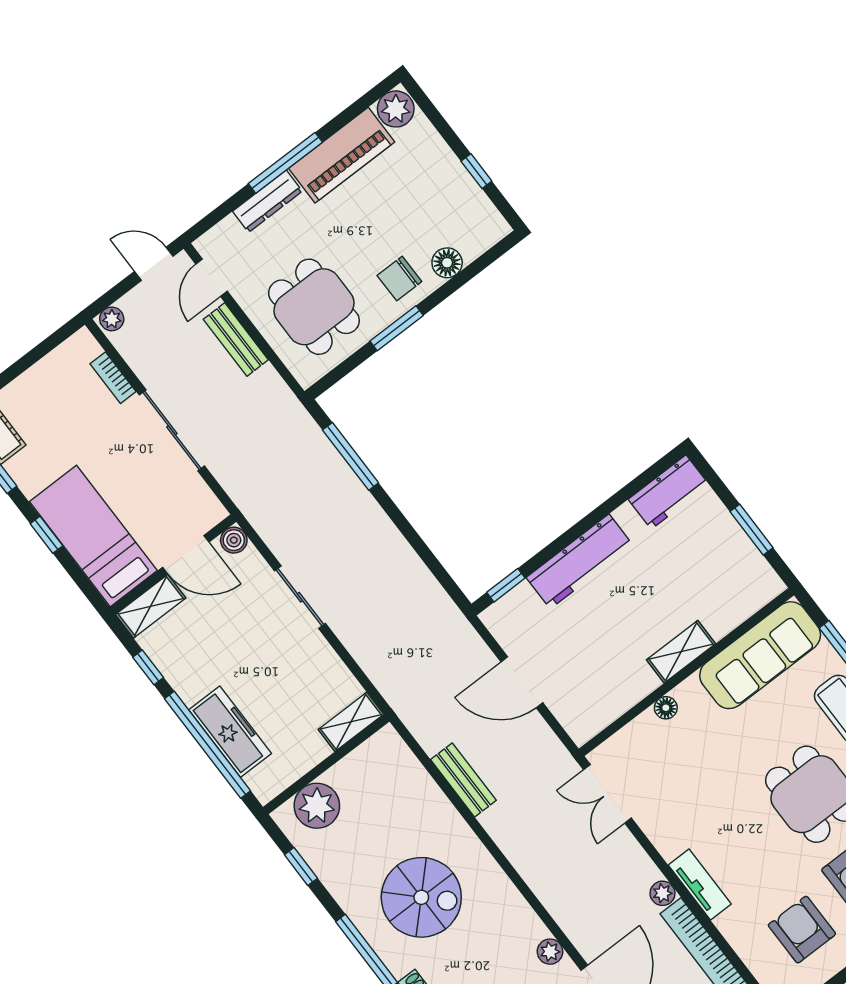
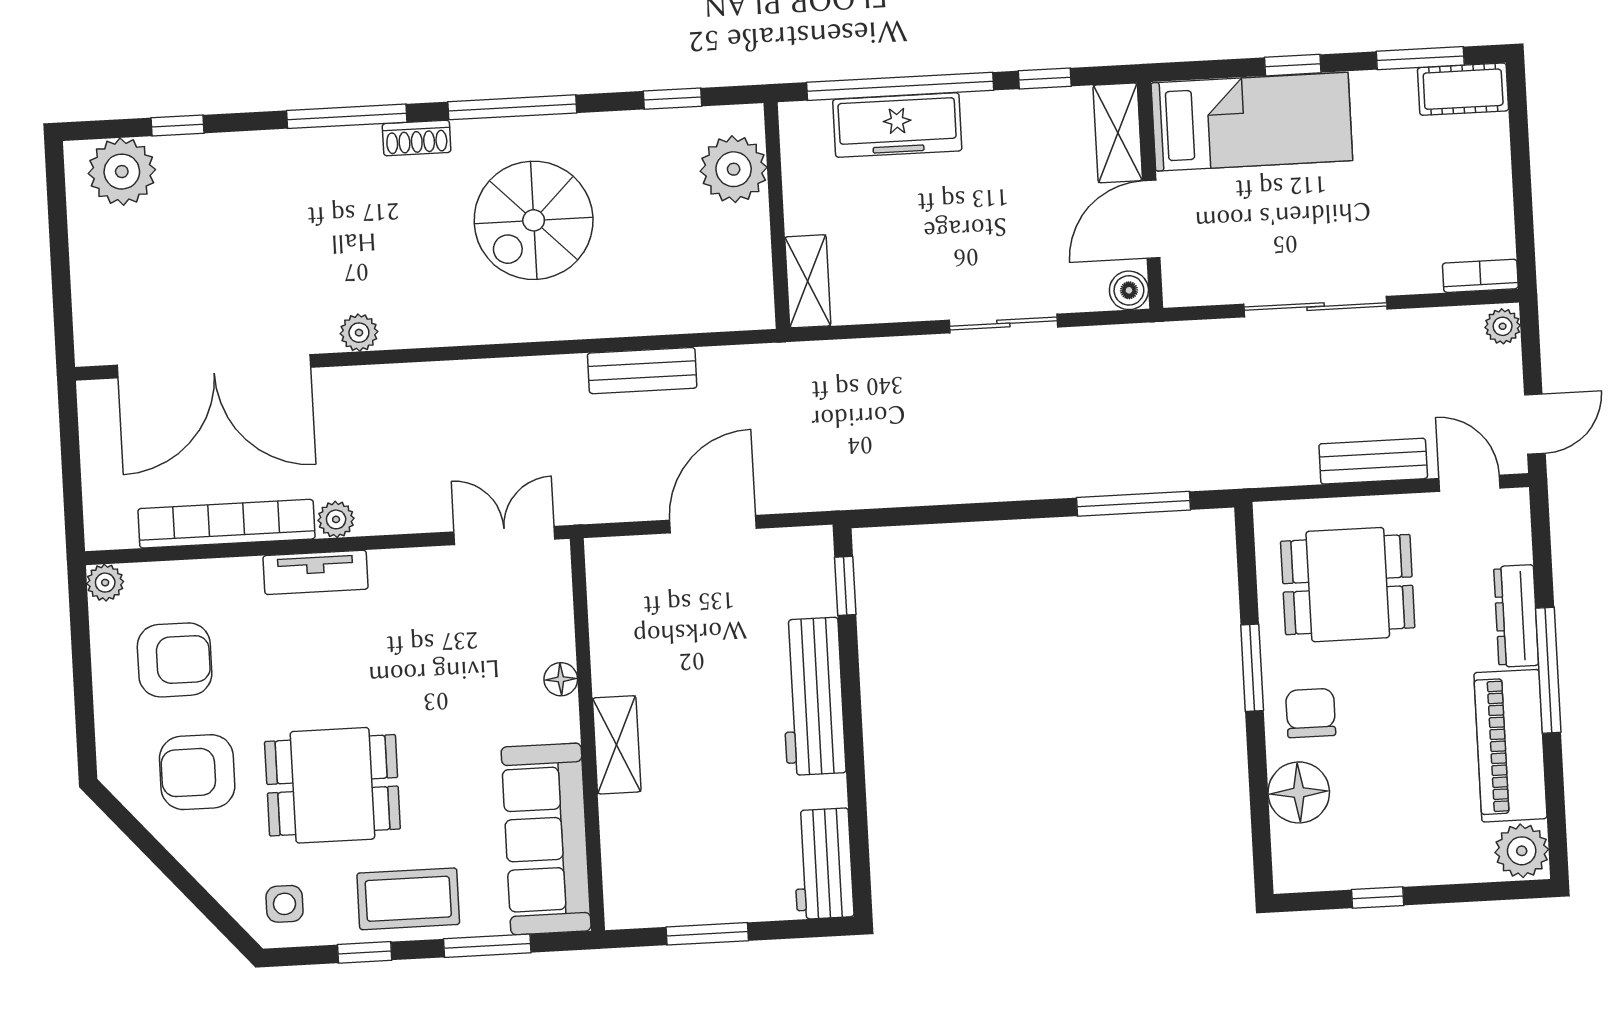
floor lamp: (447, 263) -> (1299, 792), width x1.38, depth x1.38
bookcase: (113, 378) -> (1480, 276), moved

